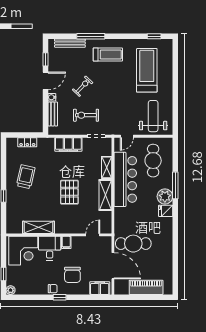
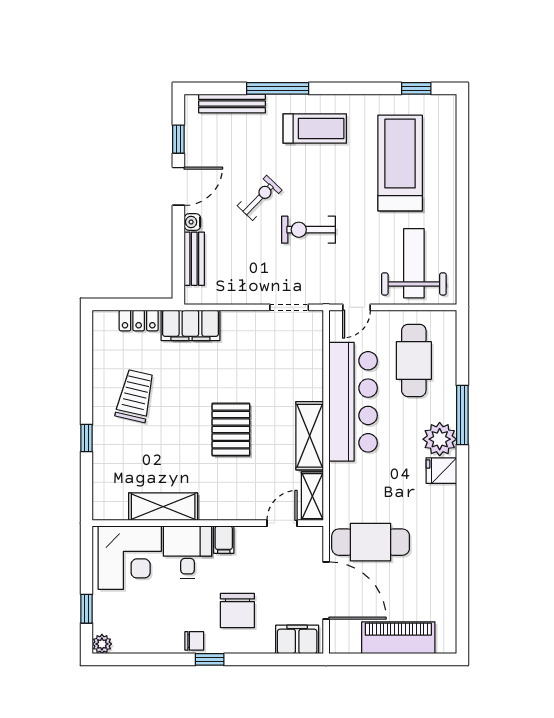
exercise bike: (86, 115) -> (308, 230), moved
filing cabinet: (68, 144) -> (190, 325), moved
shelving: (107, 167) -> (312, 496), moved

